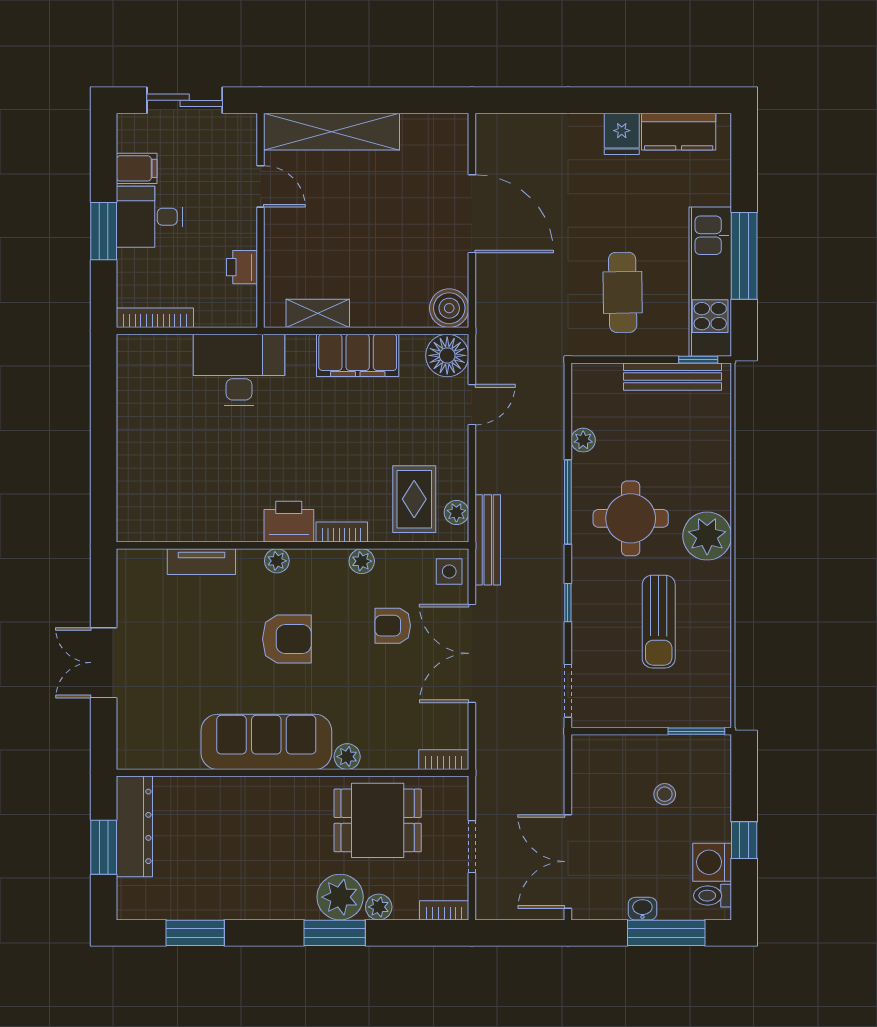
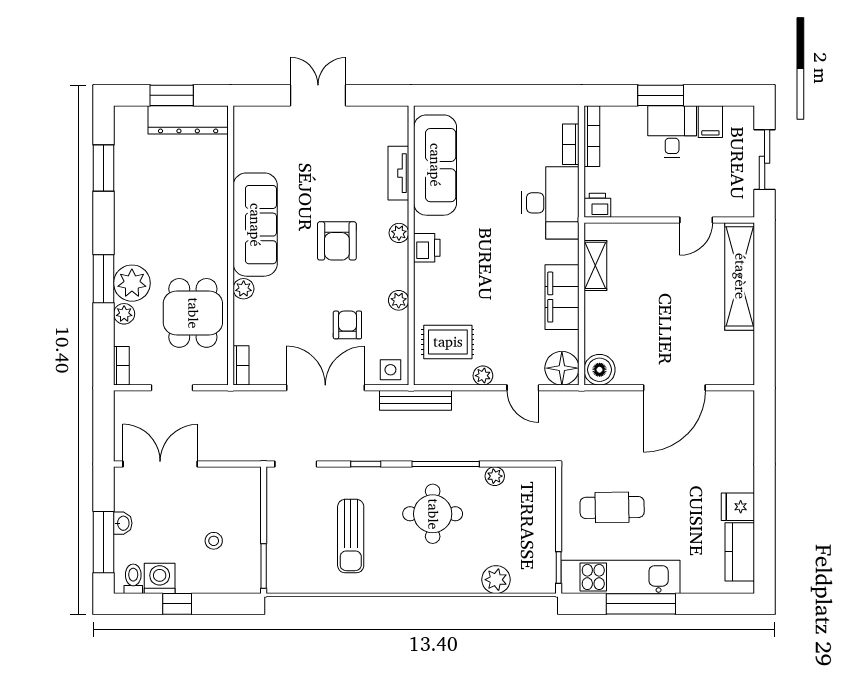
printer: (242, 267) -> (597, 205), moved
bench: (673, 377) -> (545, 547), removed
plant: (456, 512) -> (483, 376), moved
sofa: (191, 515) -> (435, 165), added
printer: (289, 522) -> (427, 248), width x0.73, depth x0.81
bookcase: (342, 532) -> (571, 144), moved, turned 180
plant: (707, 536) -> (496, 580), moved, width x0.73, depth x0.73
sun lounger: (659, 622) -> (351, 536), turned -90

